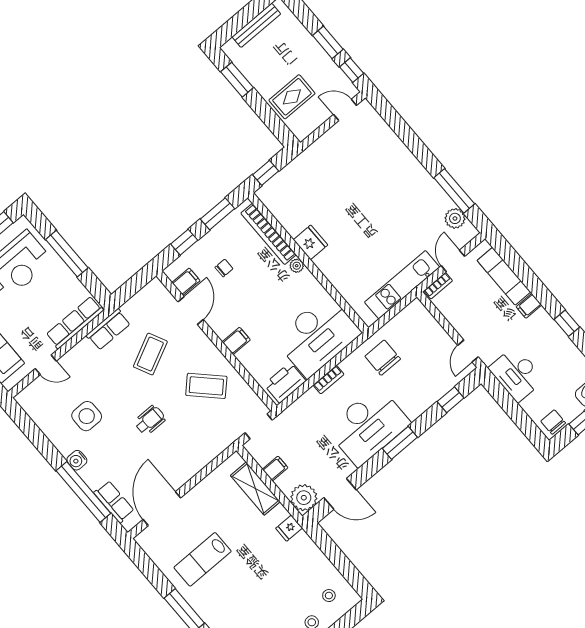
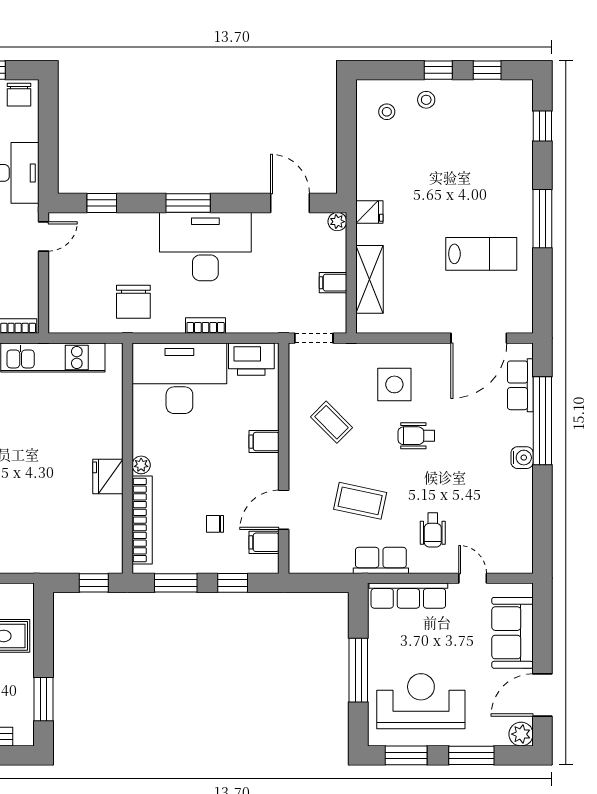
coffee table: (150, 354) -> (360, 501), turned 38
wheelchair: (93, 373) -> (433, 530), added
coffee table: (206, 386) -> (332, 422), width x0.73, depth x0.77
side table: (87, 416) -> (394, 384), moved
plant: (304, 498) -> (337, 222), width x0.53, depth x0.53

